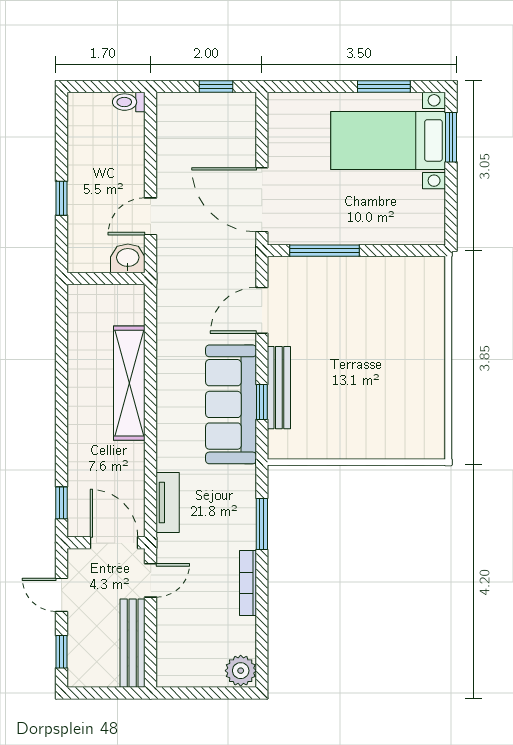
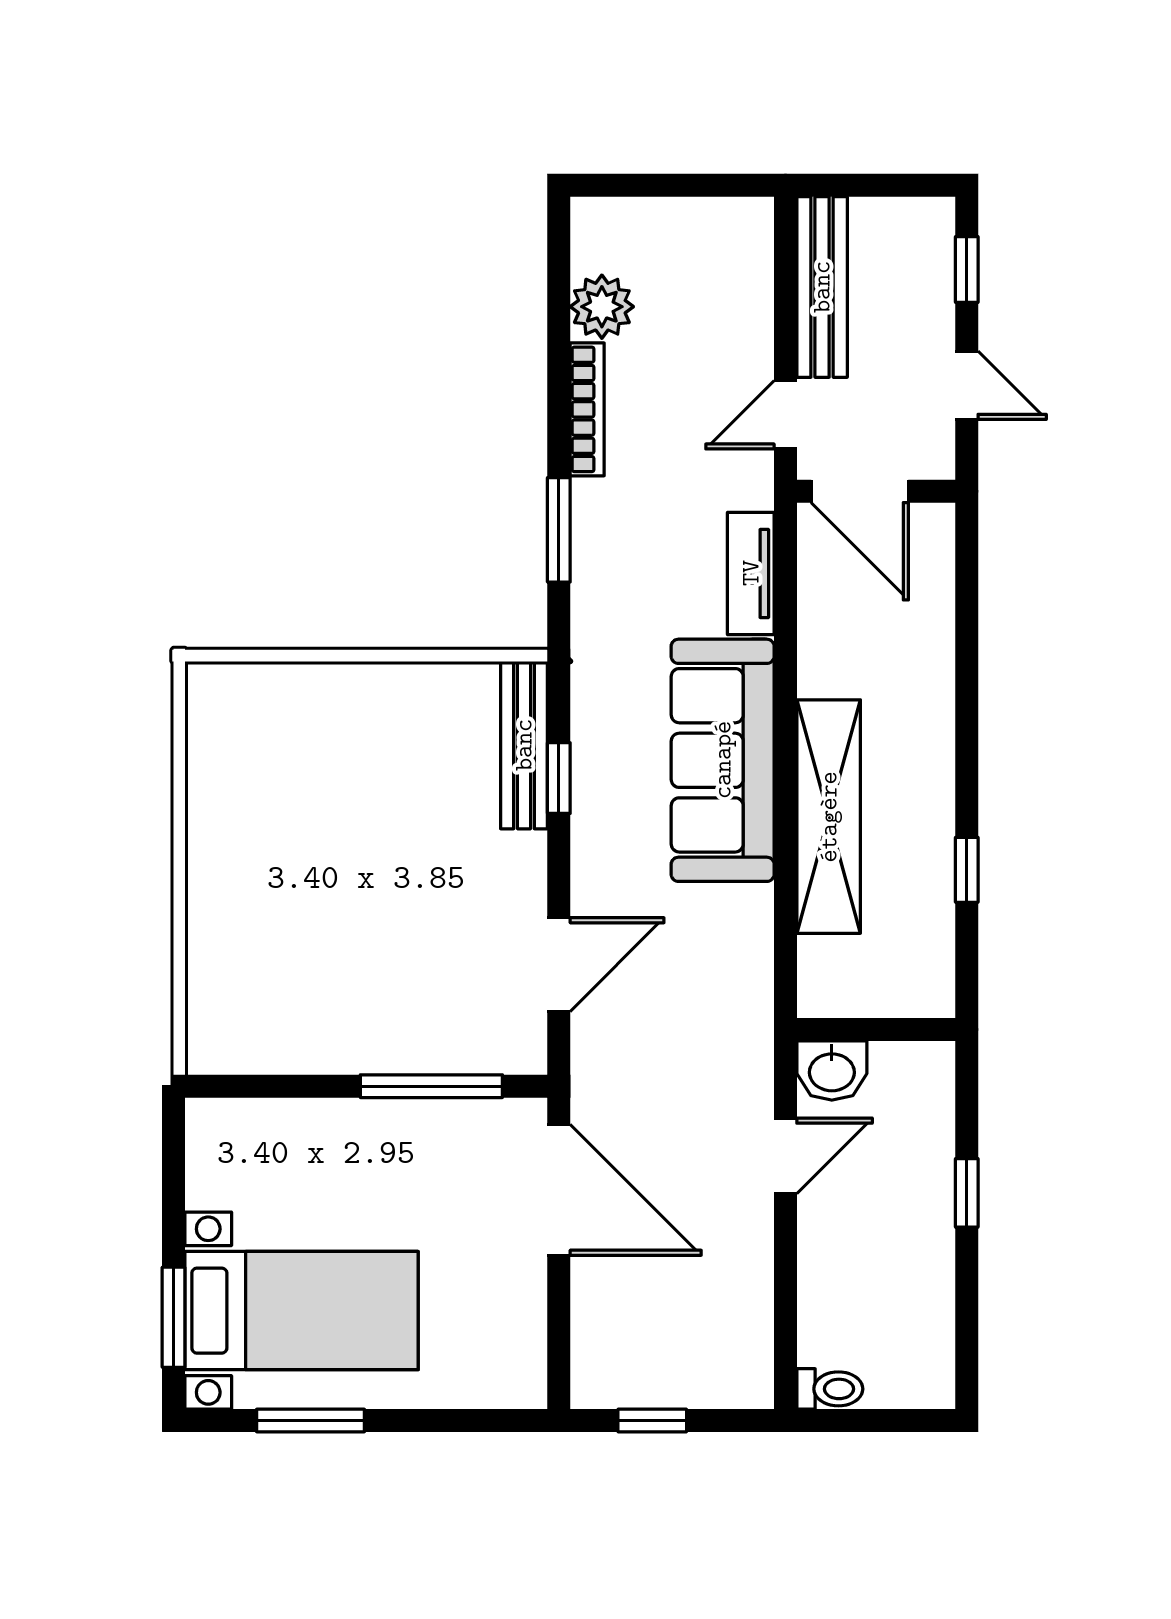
bench: (279, 388) -> (524, 745), moved
sofa: (231, 404) -> (723, 760), moved, turned 180
window: (62, 503) -> (967, 870), moved
plant: (241, 671) -> (602, 307), moved

